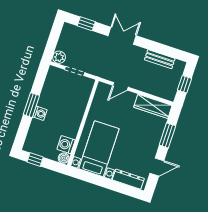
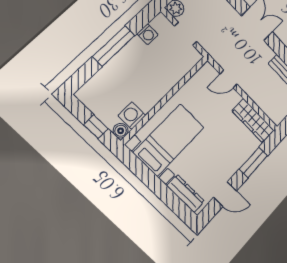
window: (31, 105) -> (114, 46), width x1.44
washing machine: (40, 113) -> (147, 34), moved
window: (35, 159) -> (96, 127), moved

